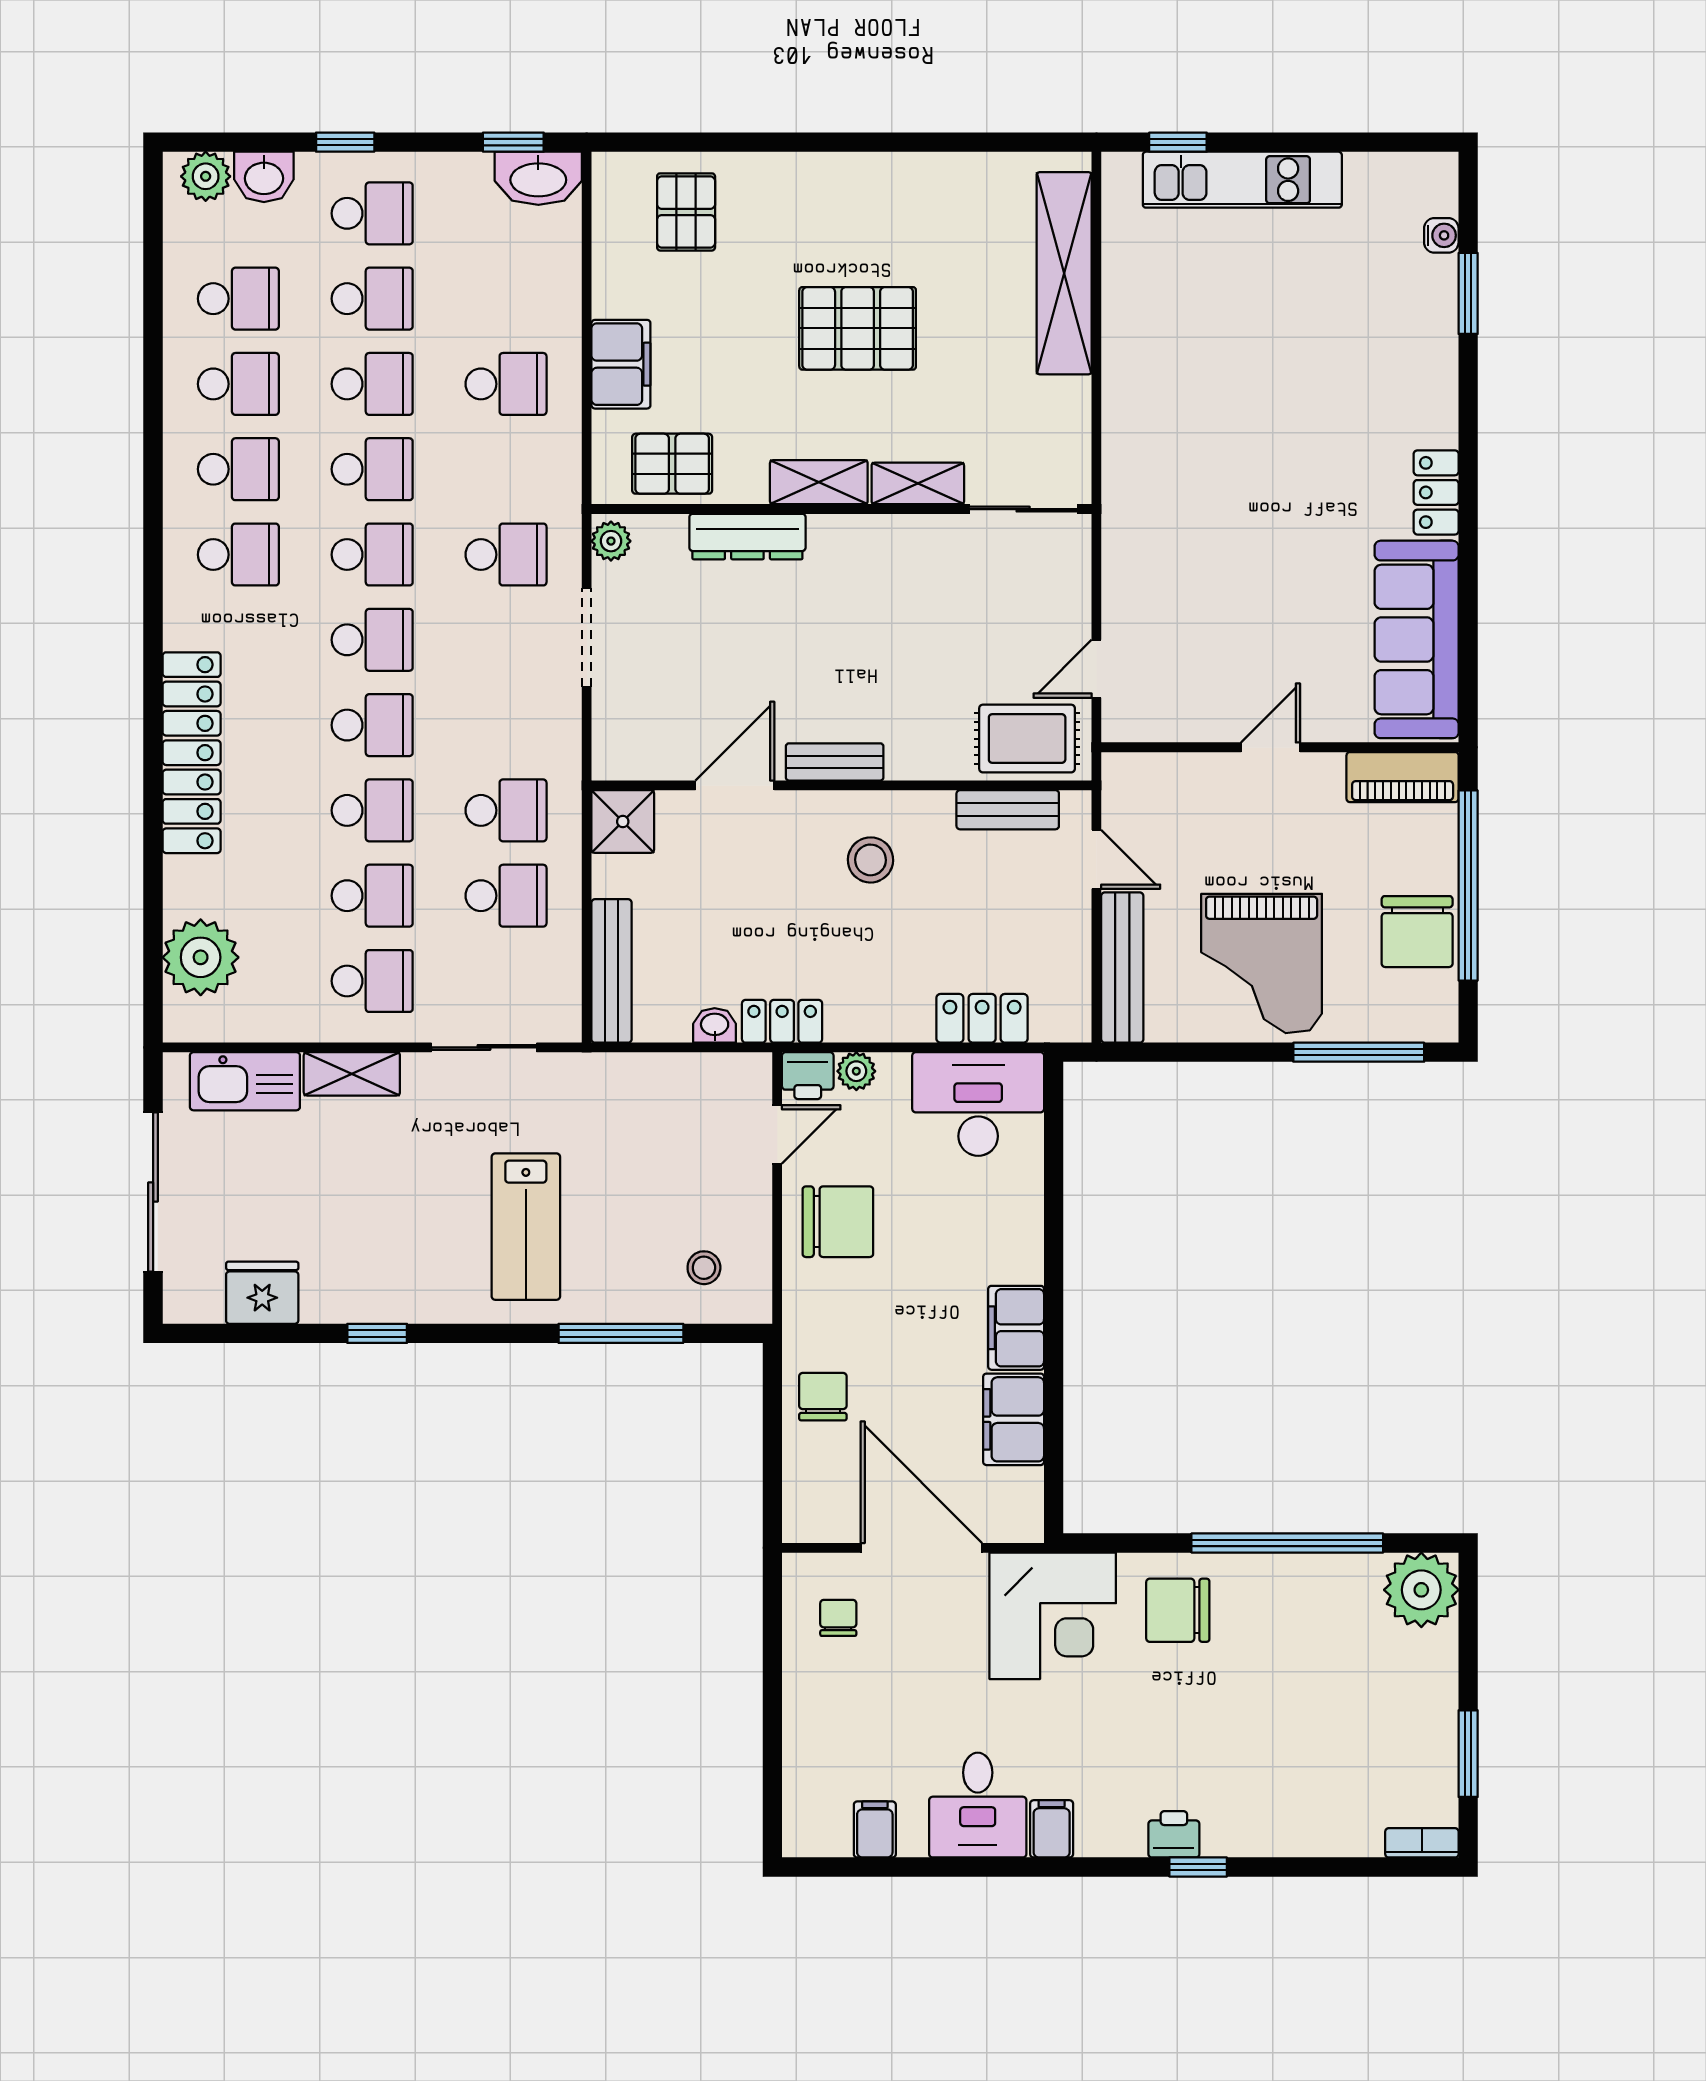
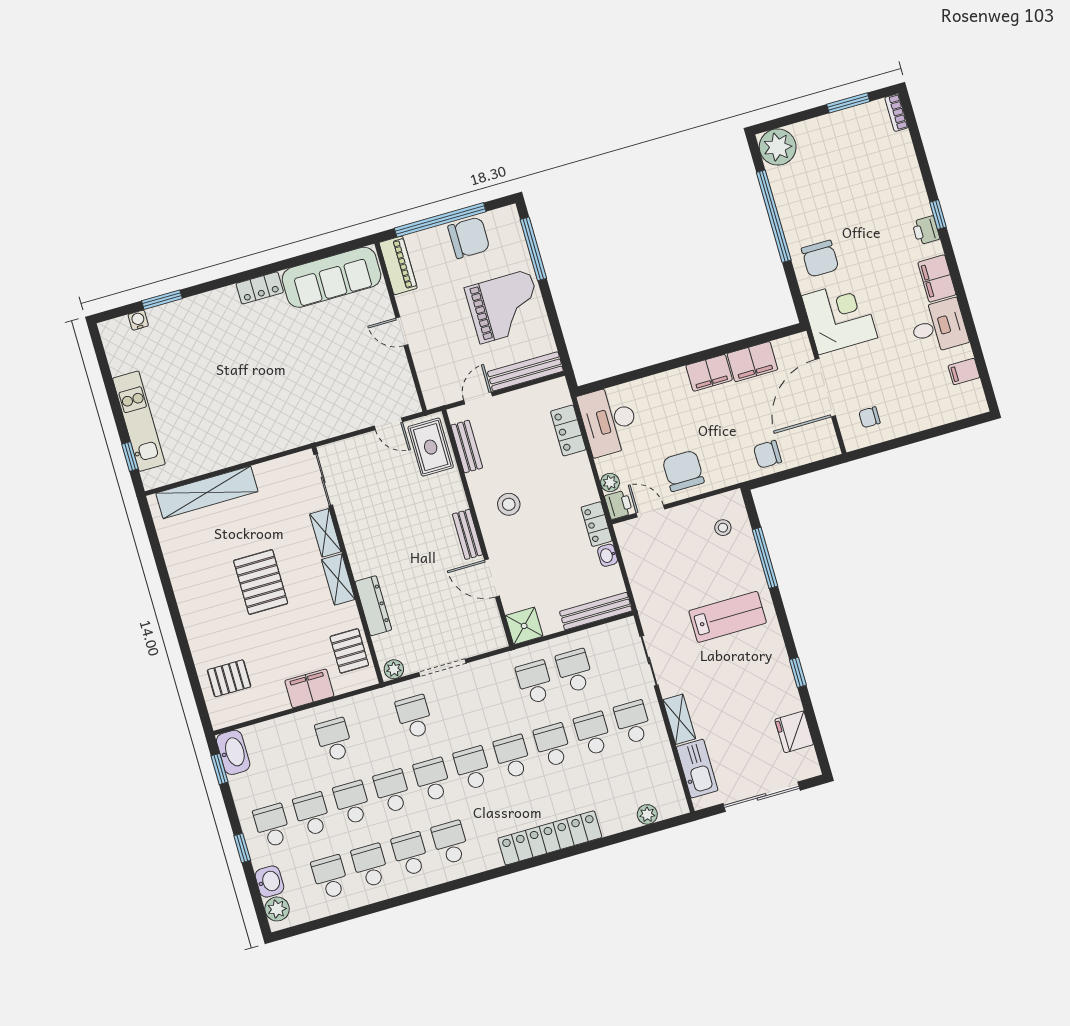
plant: (201, 957) -> (647, 814), width x0.53, depth x0.53
filing cabinet: (1052, 1829) -> (937, 278), width x2.00

